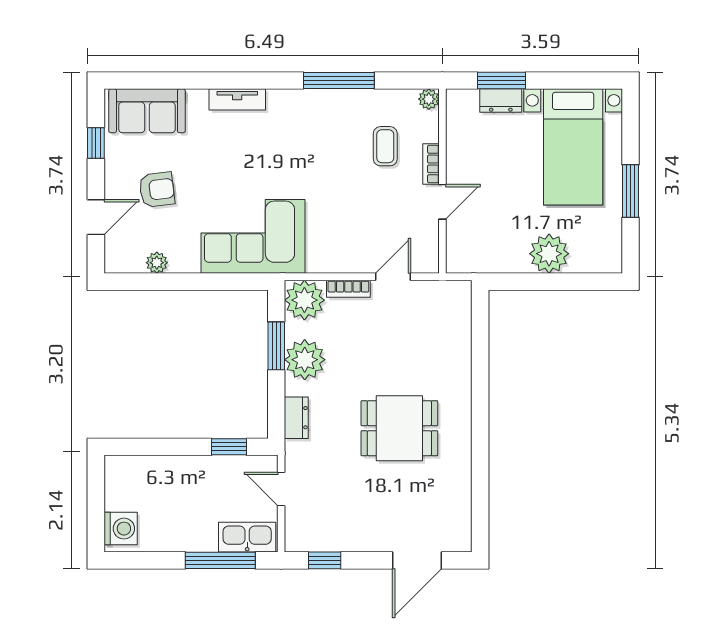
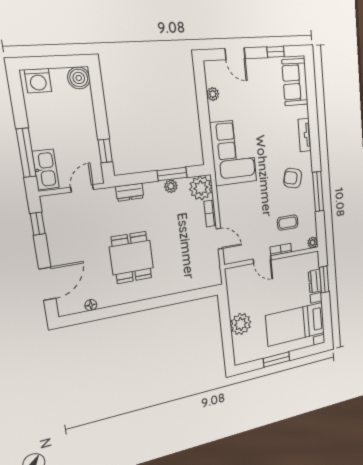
armchair: (157, 190) -> (293, 178), moved, turned 110
plant: (305, 360) -> (171, 186), width x0.53, depth x0.53
boiler: (120, 471) -> (79, 78), added
floor lamp: (463, 502) -> (91, 305), added
door: (417, 560) -> (47, 284), swing flipped

